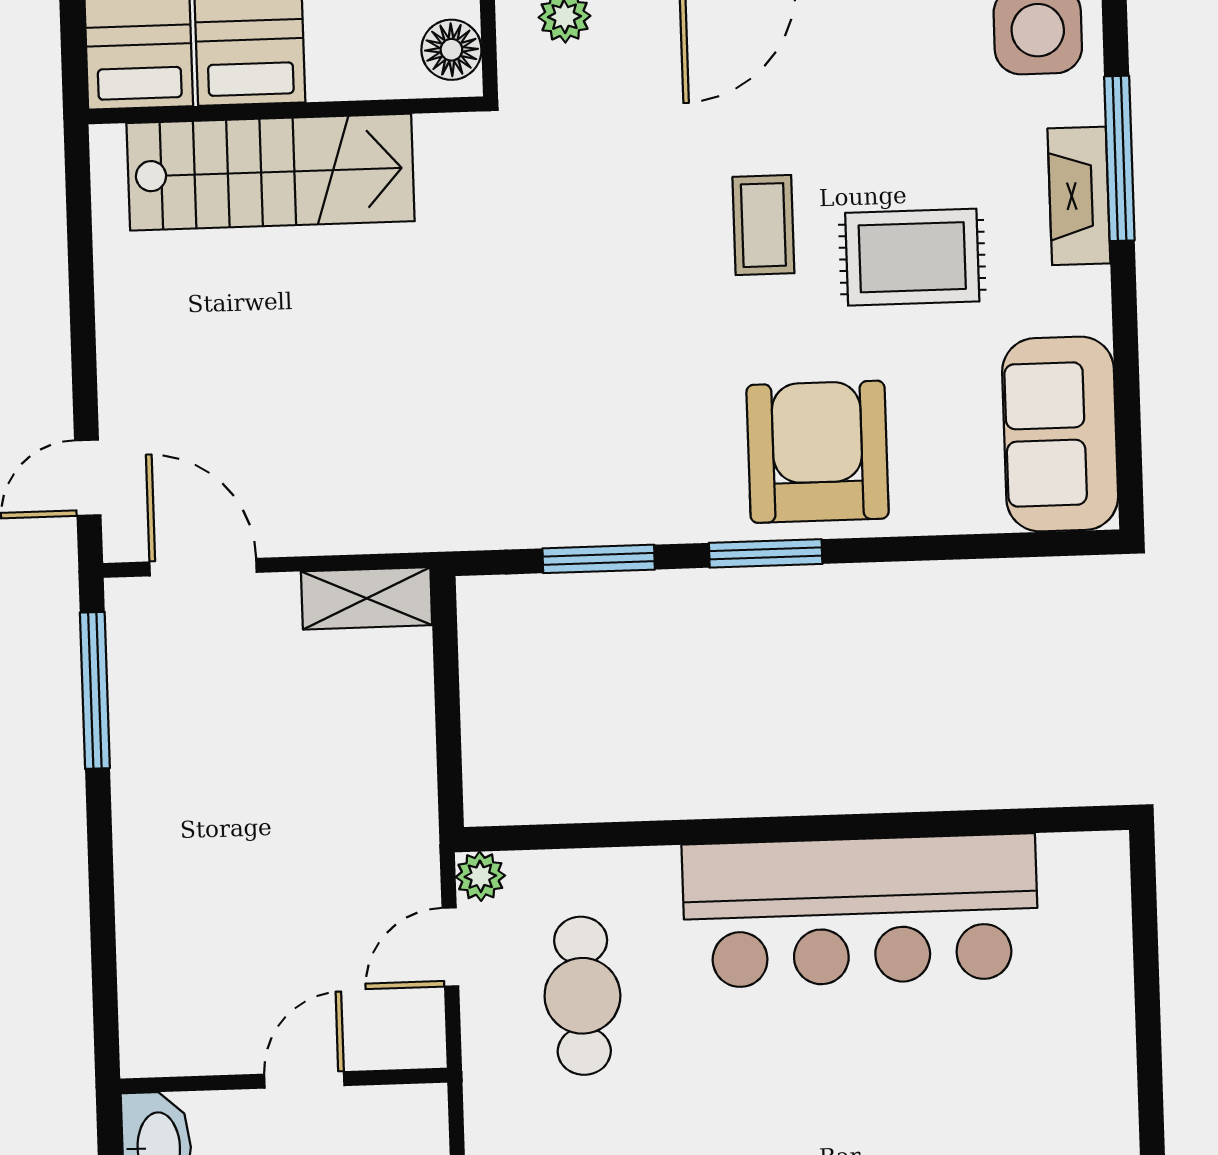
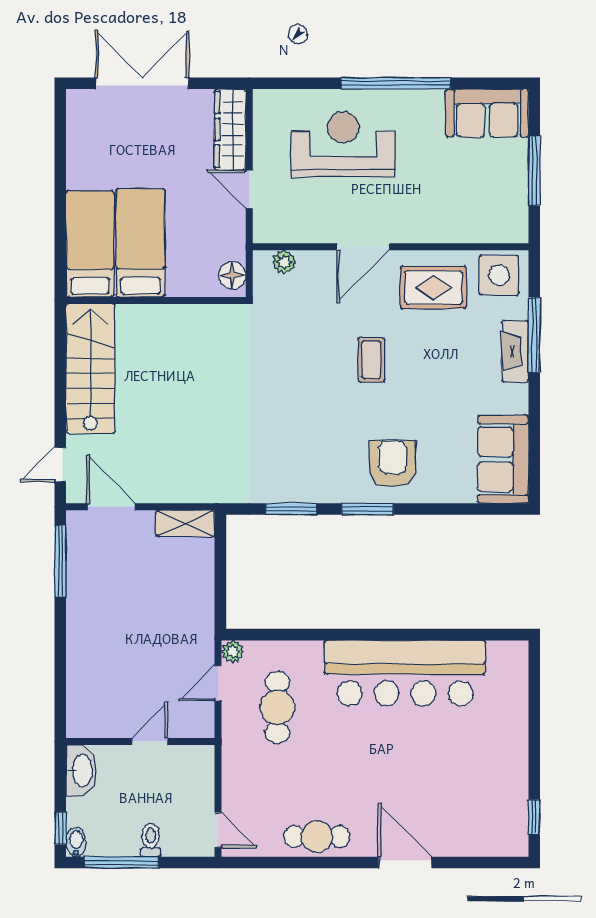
stairs: (271, 172) -> (90, 369), moved, turned -90
rug: (912, 257) -> (433, 288), moved
armchair: (818, 452) -> (392, 464), width x0.73, depth x0.73

